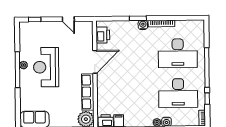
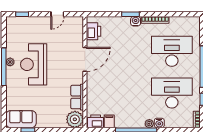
door: (68, 19) -> (57, 14), hinge flipped
desk: (178, 53) -> (172, 51), turned 180
row of seats: (88, 92) -> (77, 97), width x0.68
desk: (178, 93) -> (172, 93), turned 180

